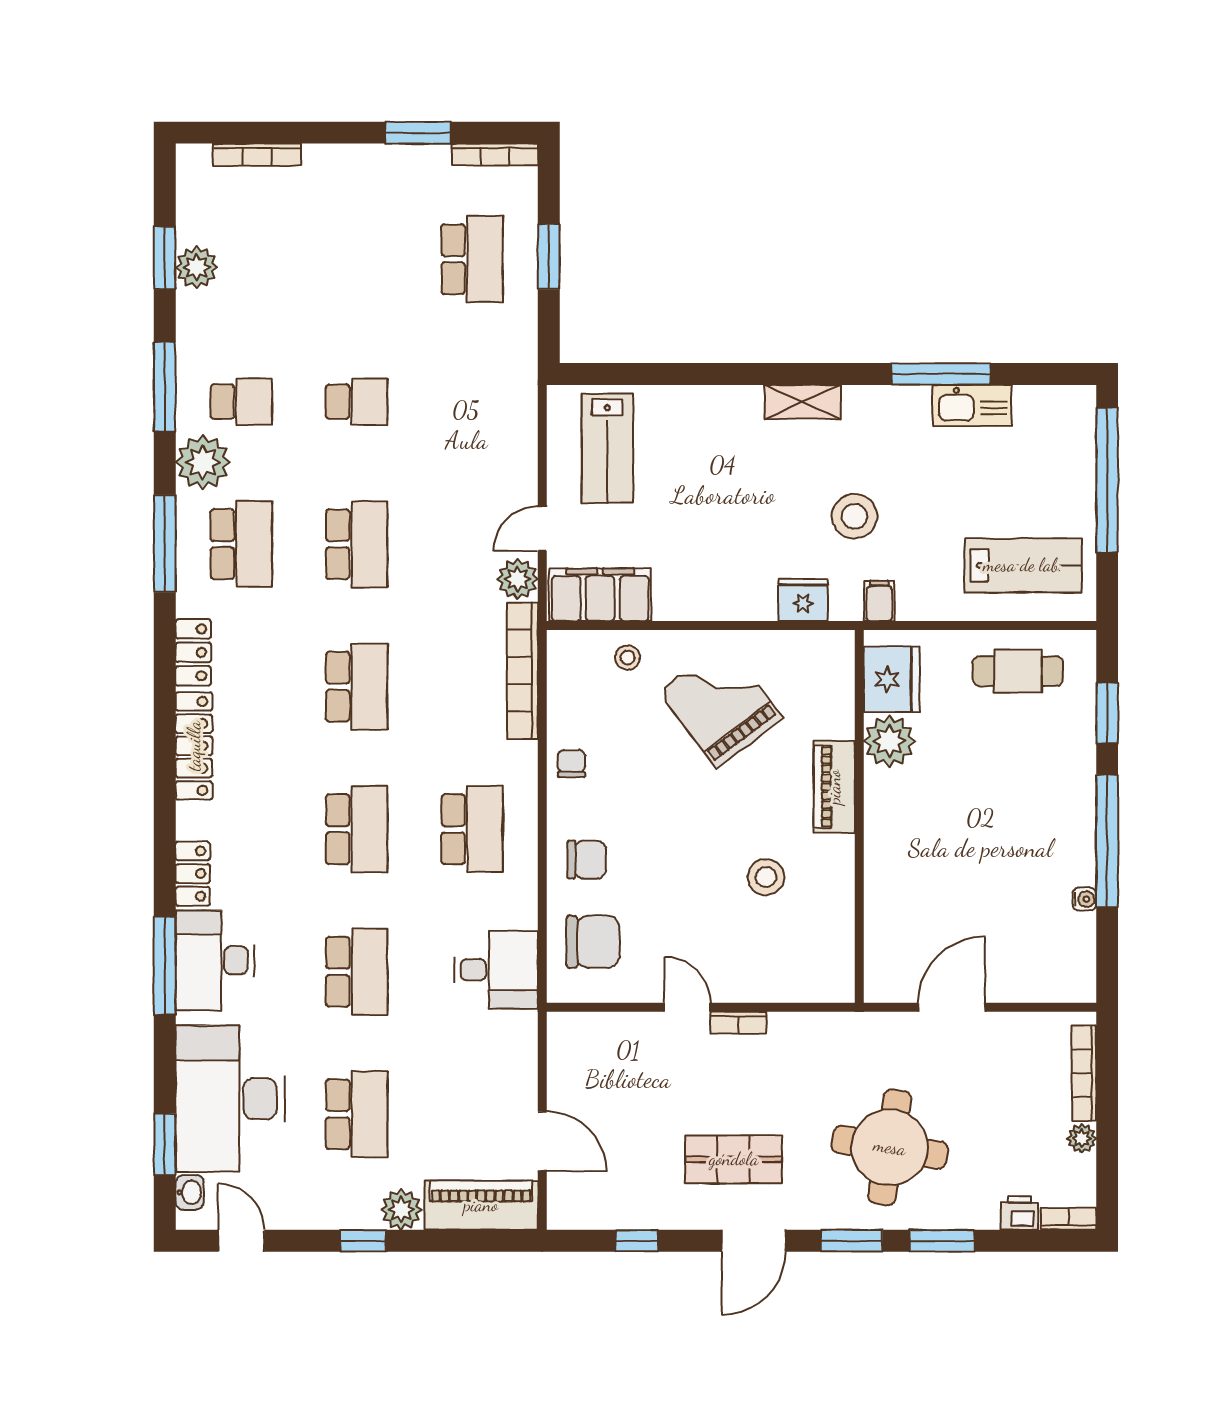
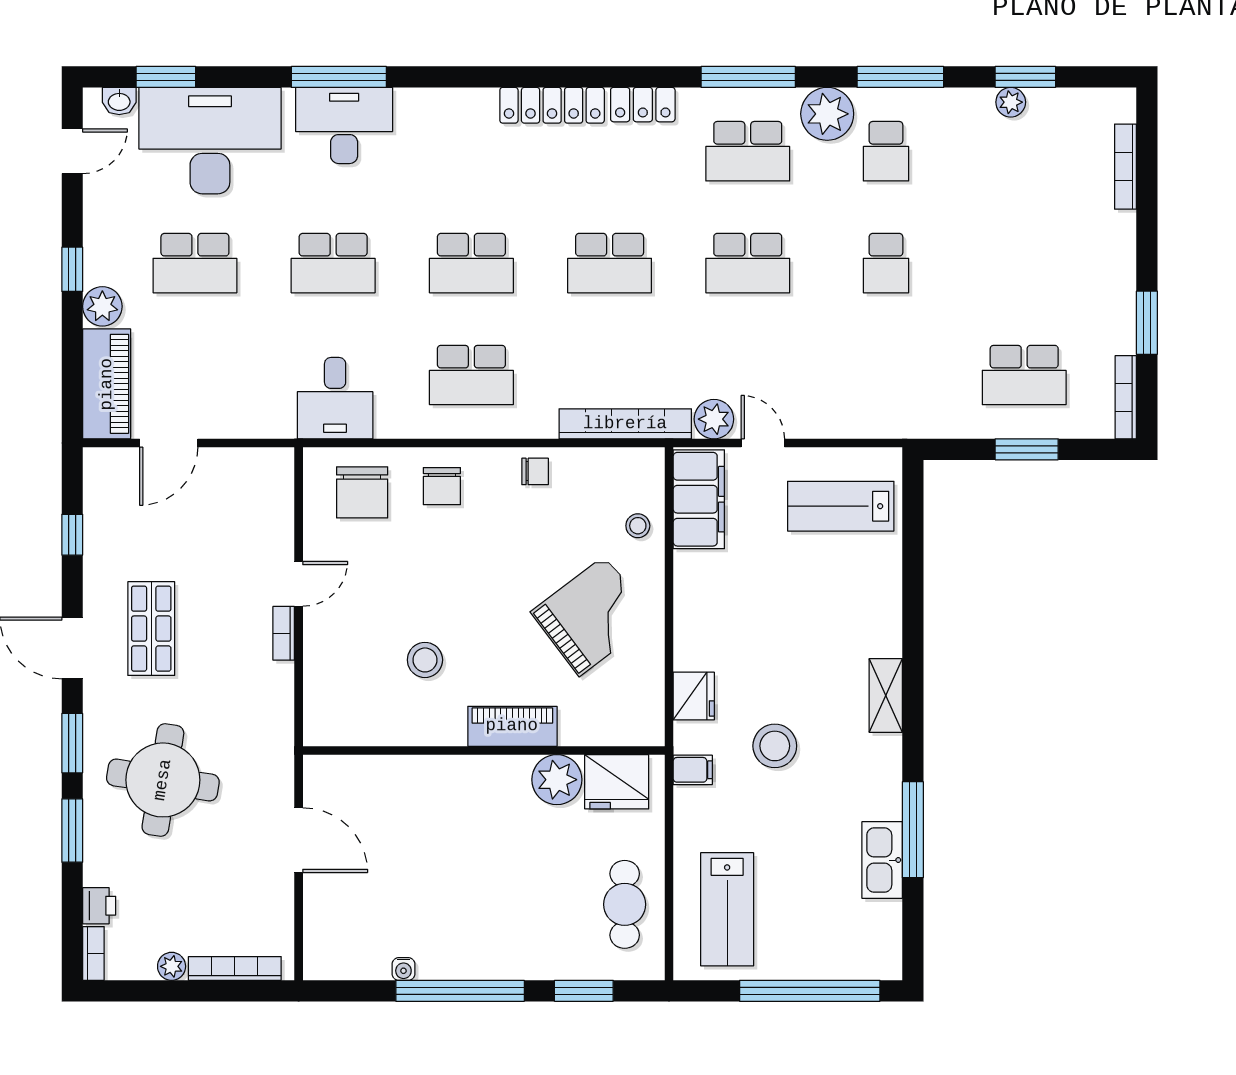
plant: (197, 267) -> (1011, 102), width x0.73, depth x0.73
locker: (193, 874) -> (428, 104), removed

